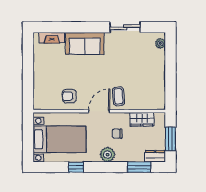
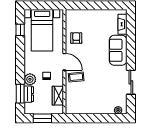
plant: (108, 155) -> (30, 79), moved
dresser: (155, 156) -> (29, 94), moved
window: (76, 167) -> (20, 30), moved

